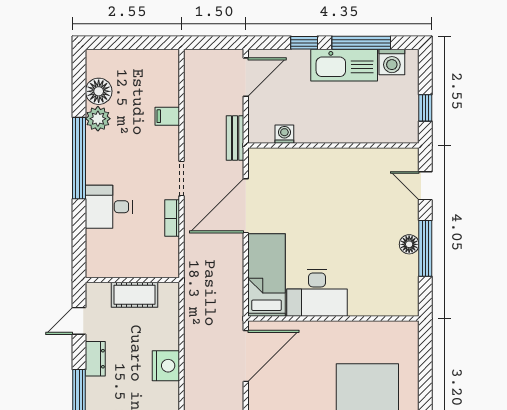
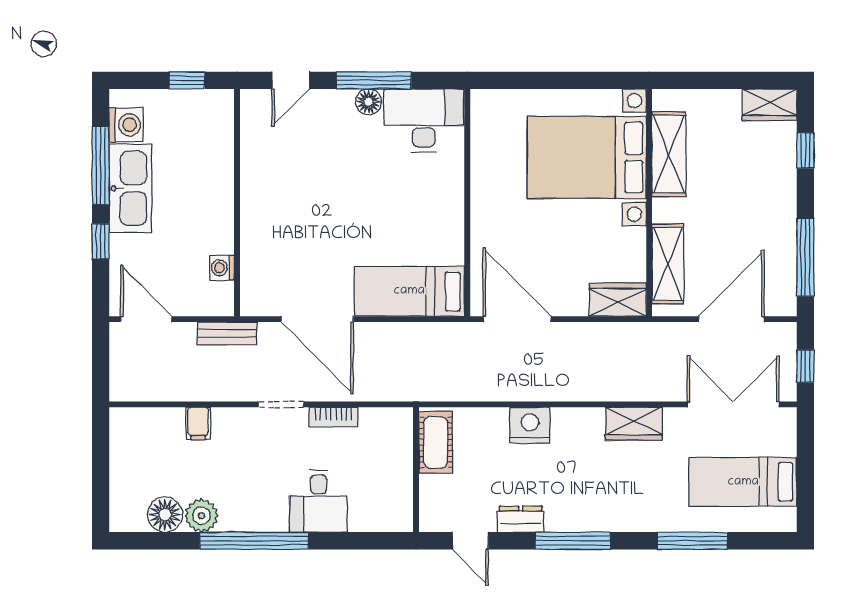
desk: (317, 293) -> (424, 120), moved, turned -90
cot: (134, 295) -> (436, 442), moved

